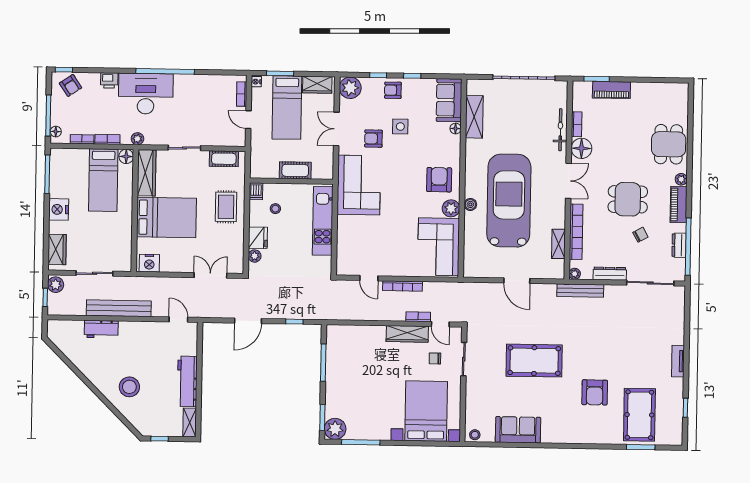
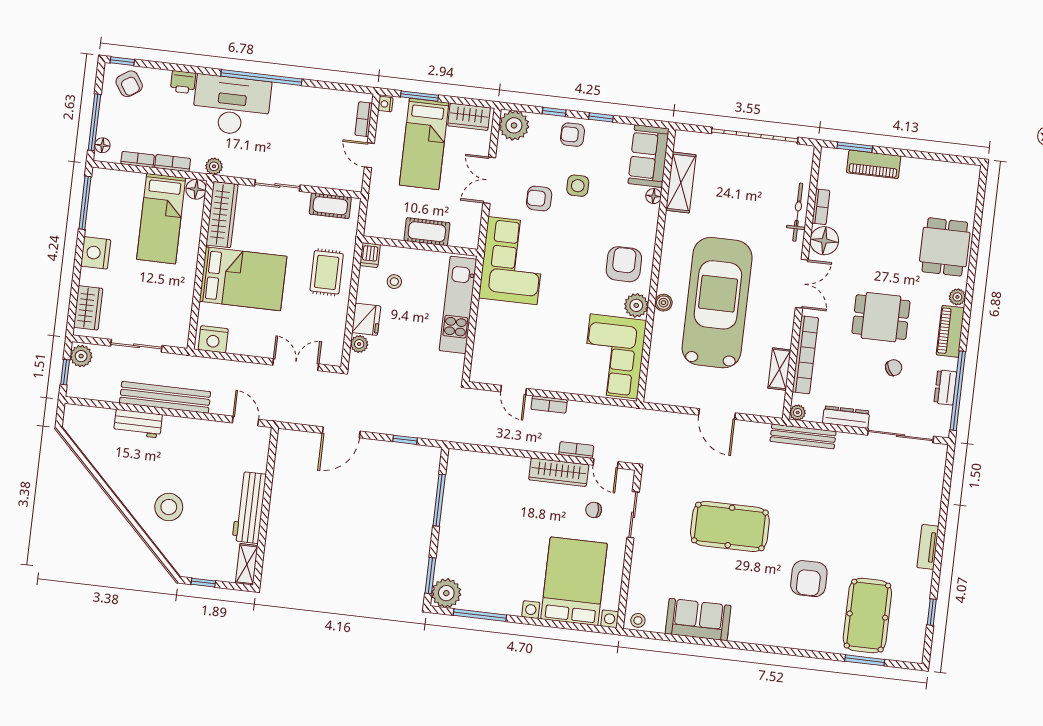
bookcase: (403, 286) -> (549, 404), width x0.64

